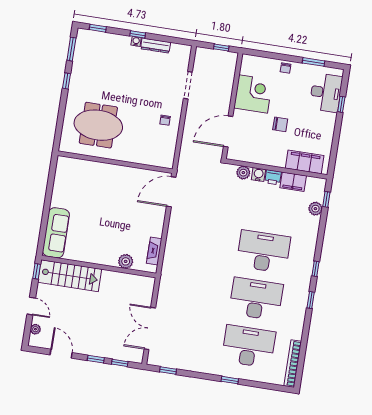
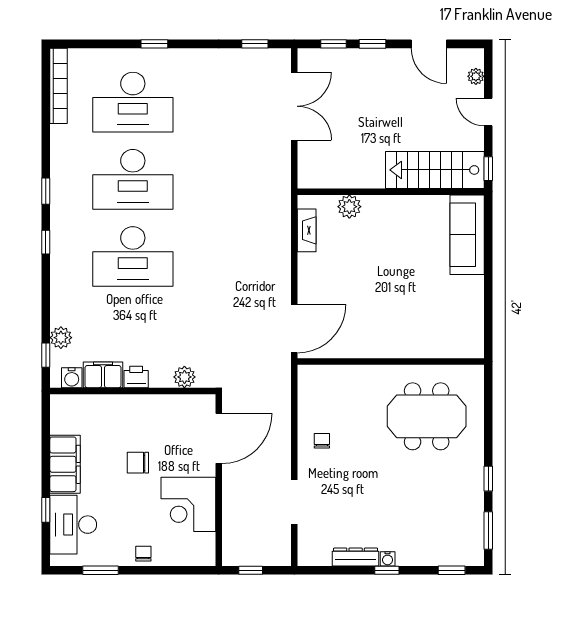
filing cabinet: (305, 162) -> (65, 464), moved, turned -90
water cooler: (258, 175) -> (72, 378), moved

